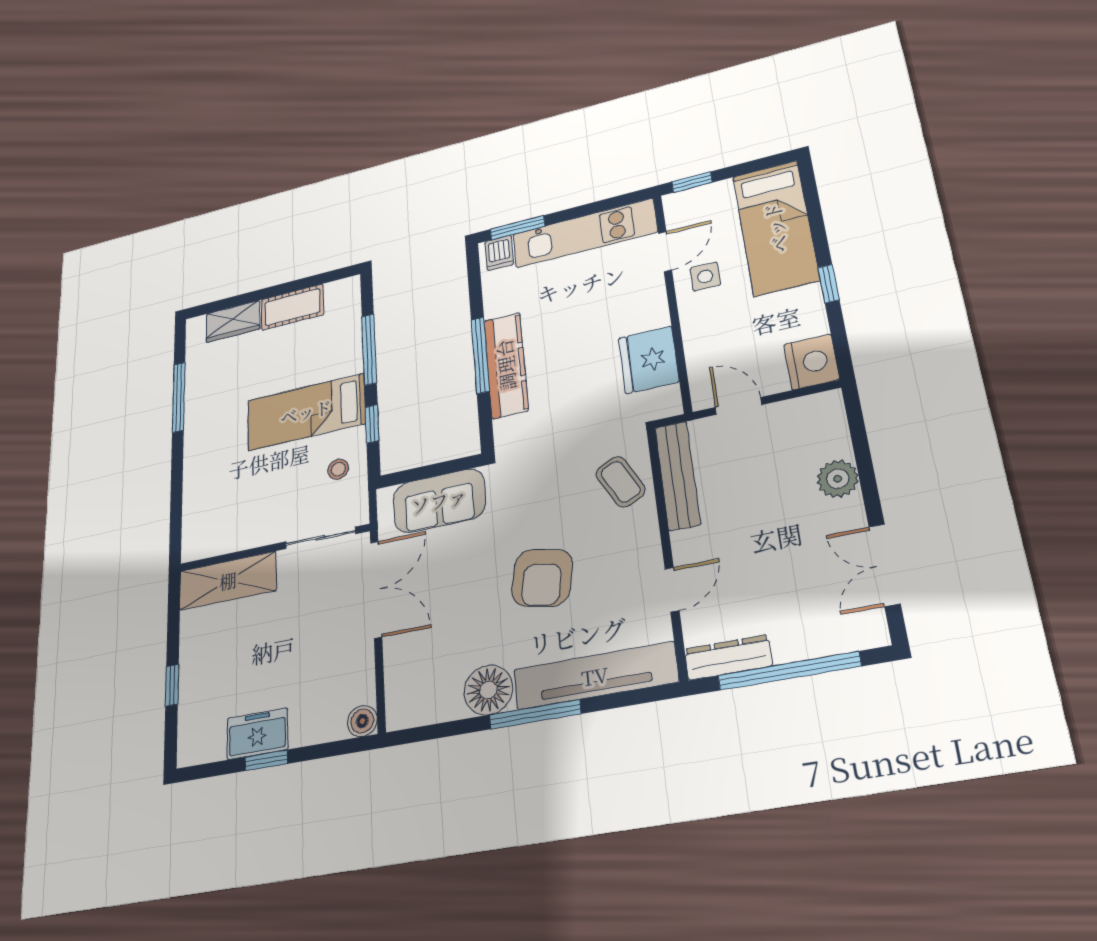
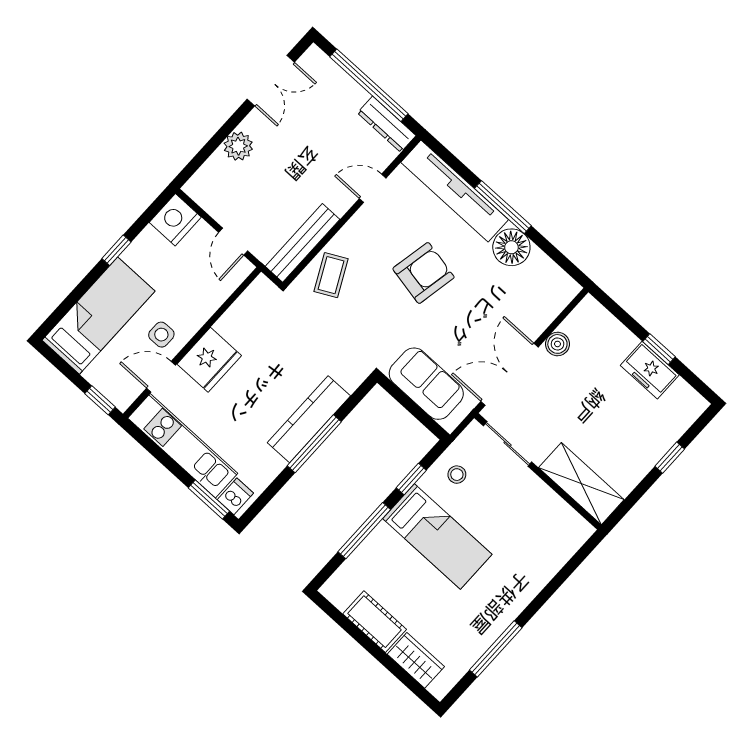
fridge: (649, 360) -> (209, 360), moved
boiler: (362, 721) -> (557, 344), moved

